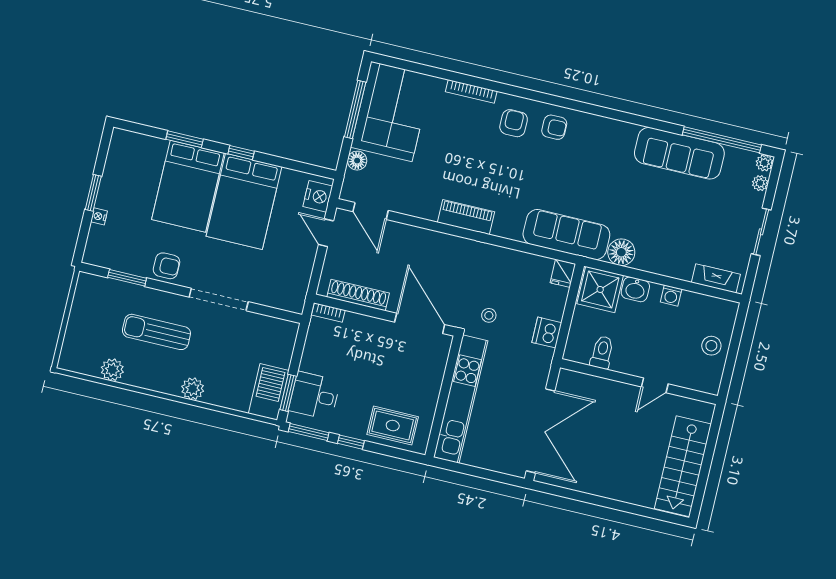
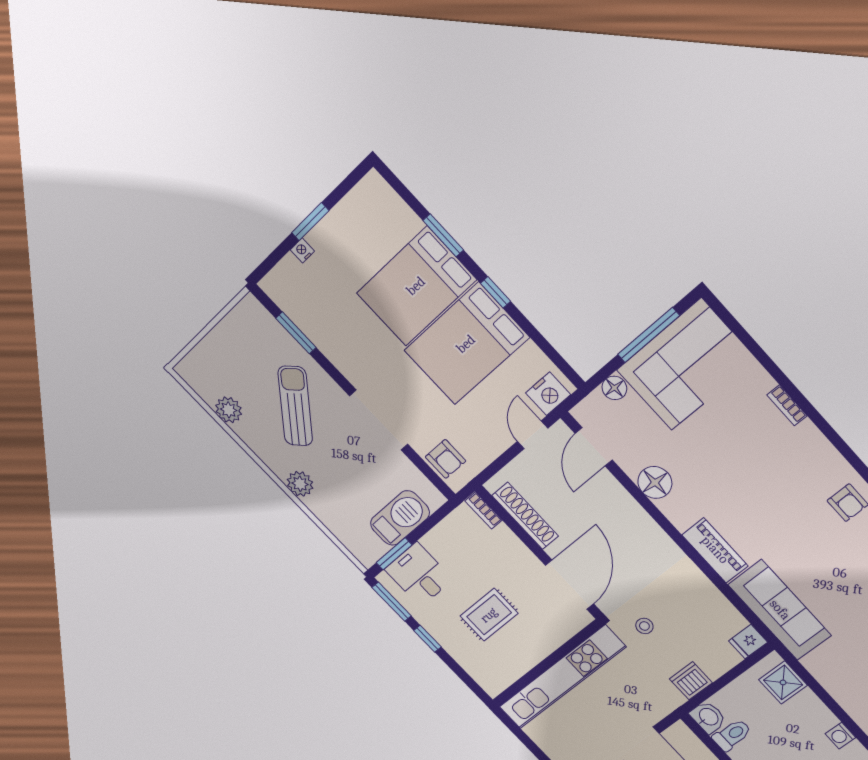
bookcase: (471, 91) -> (787, 405), width x0.64
armchair: (514, 123) -> (808, 468), removed
piano: (466, 217) -> (715, 550), moved
floor lamp: (621, 252) -> (655, 482), moved
armchair: (167, 266) -> (446, 459), moved
shower: (600, 289) -> (783, 682), width x0.73, depth x0.73
washbasin: (635, 289) -> (708, 717), moved, turned 180
sun lounger: (156, 332) -> (295, 406), turned 42
barbecue: (269, 392) -> (400, 518), moved
rug: (393, 426) -> (489, 615), moved, turned 90

